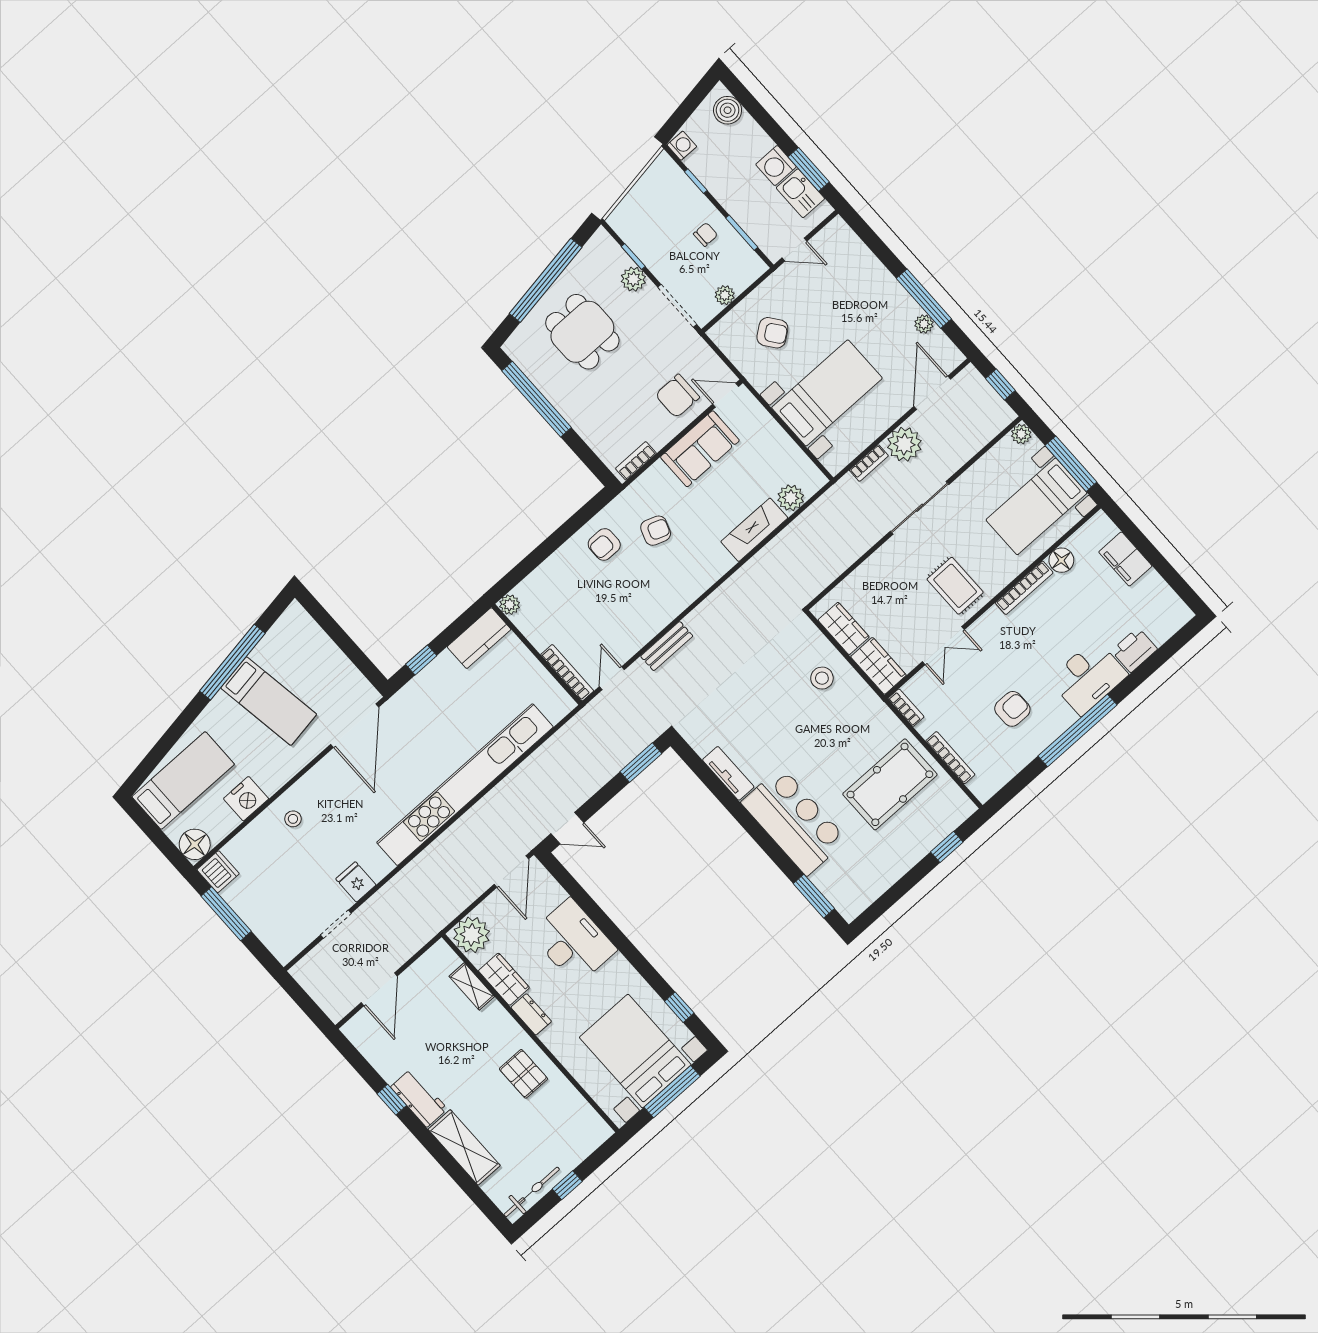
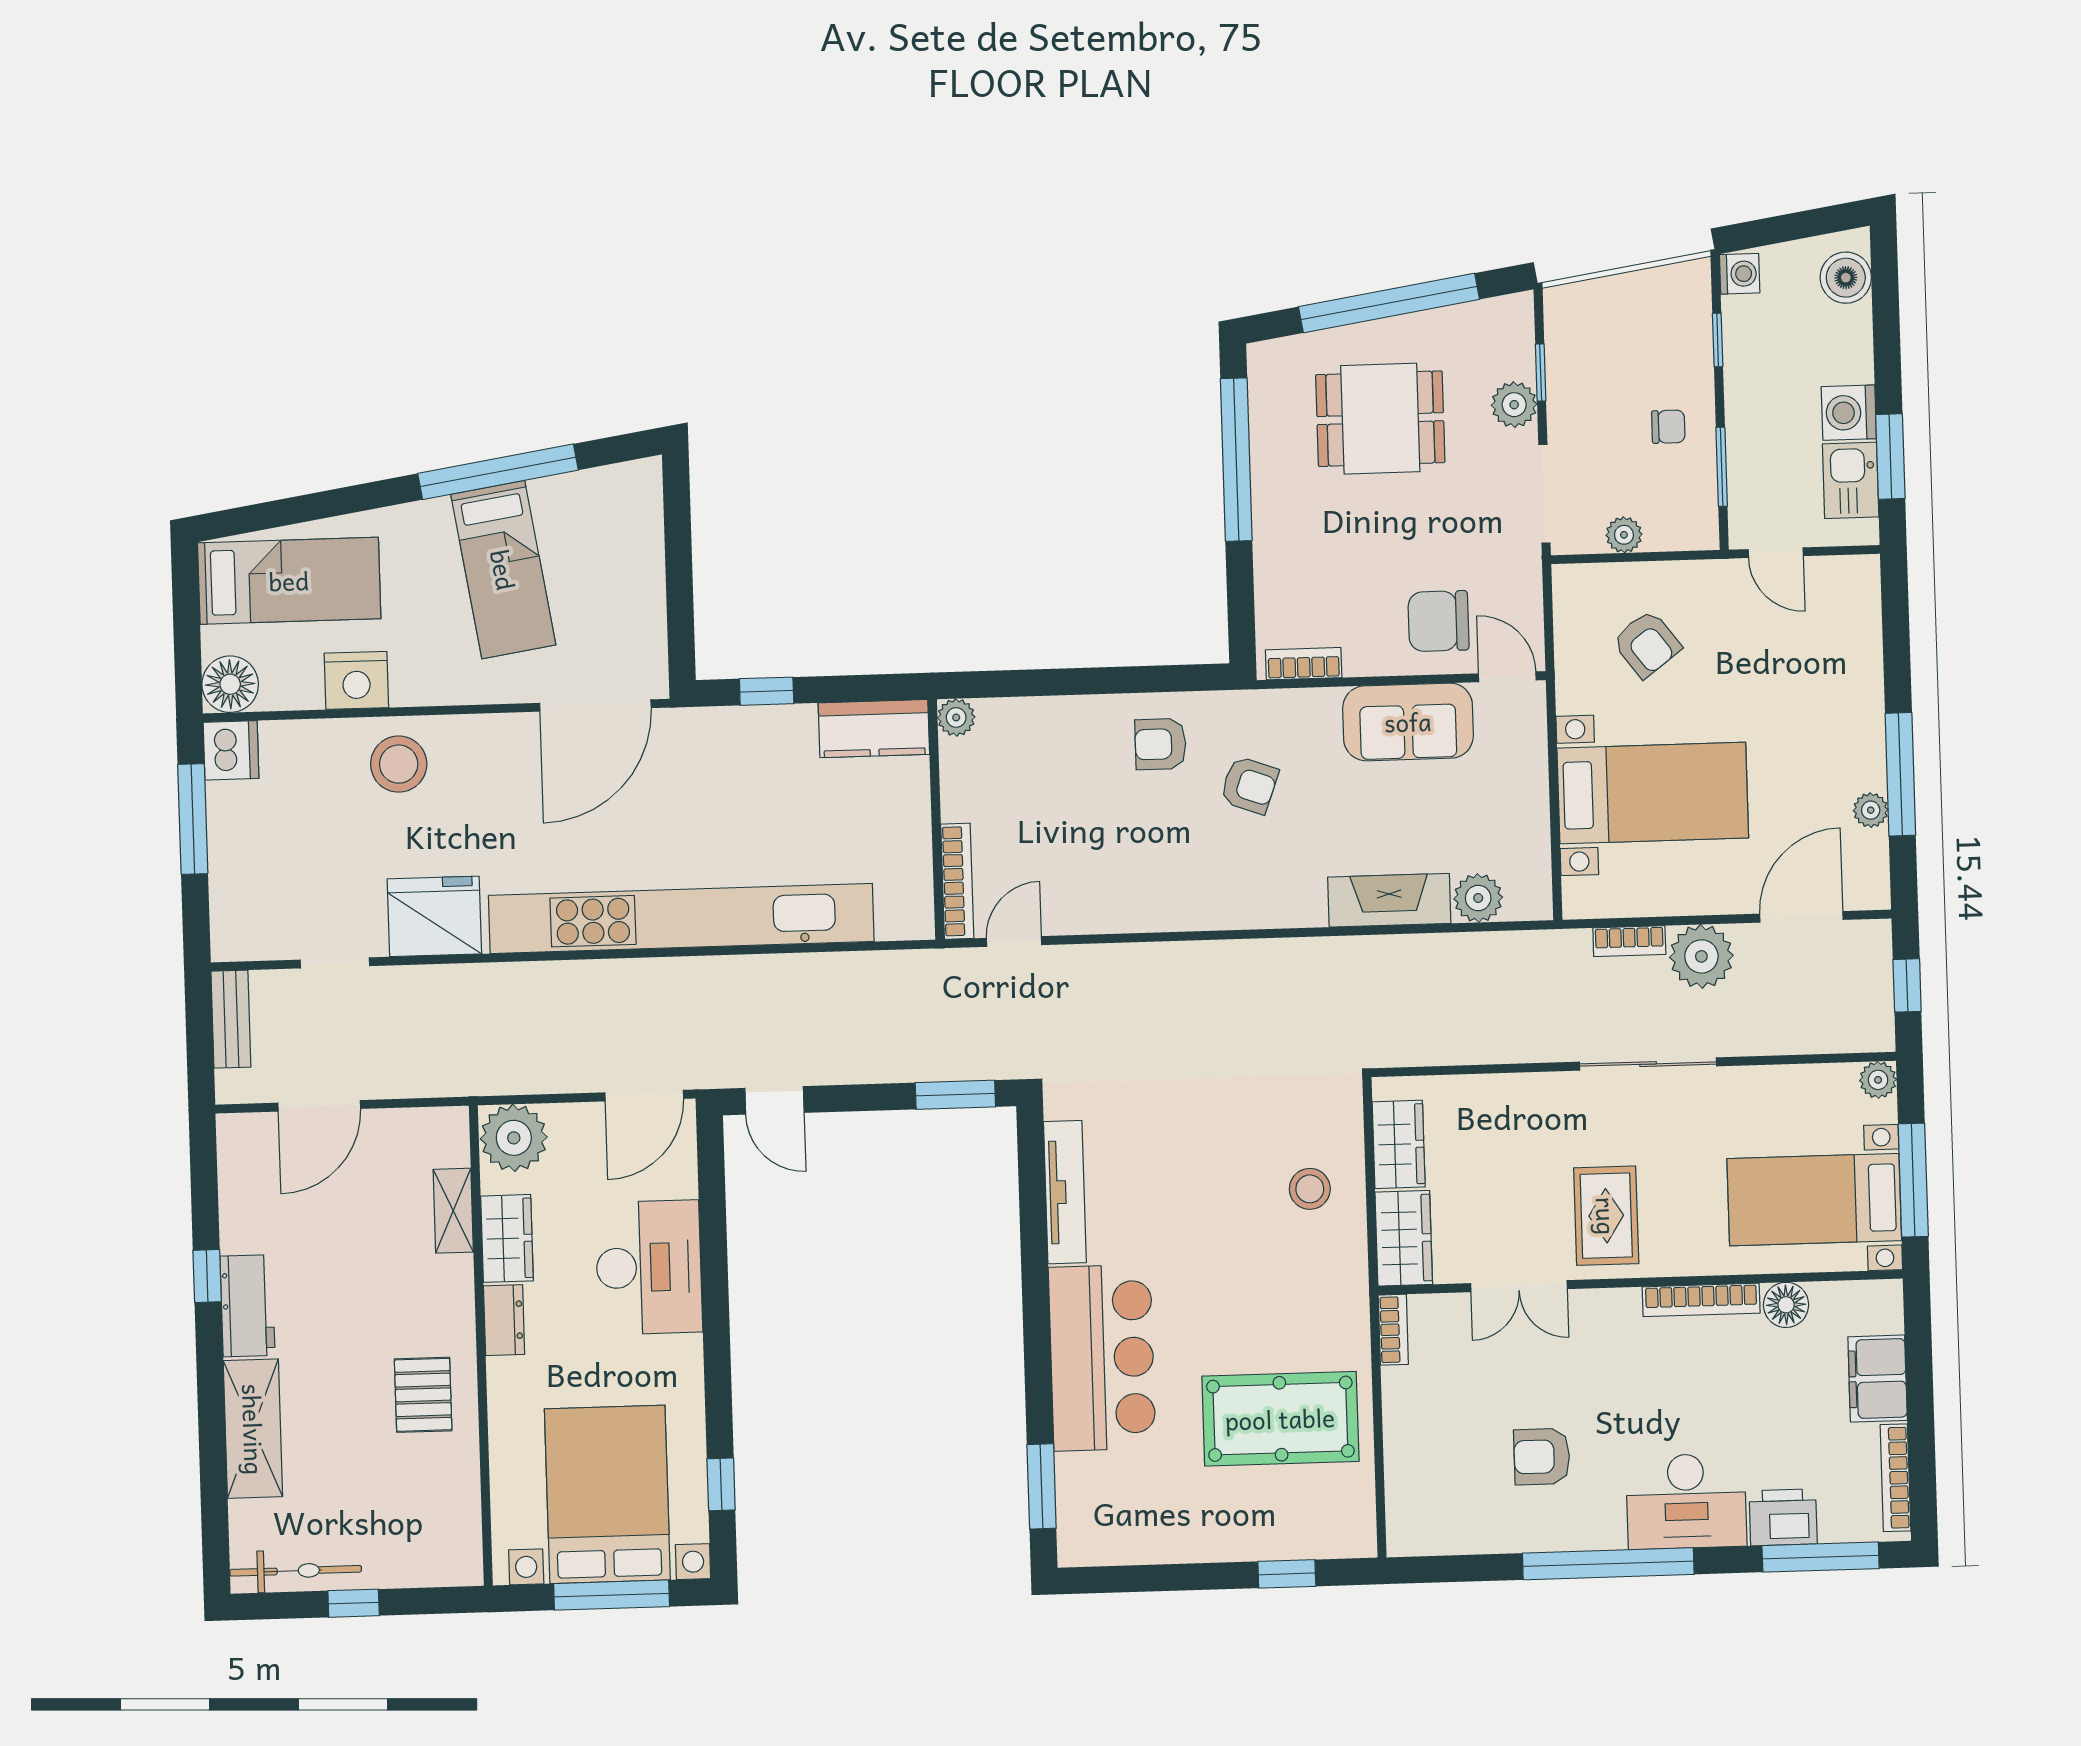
dining table: (582, 332) -> (1380, 419), turned 90
bench: (667, 646) -> (231, 1019), moved, turned 90
window: (1164, 654) -> (1821, 1557), added
armchair: (1012, 709) -> (1542, 1457), turned 180
bookcase: (950, 758) -> (1895, 1478), moved, turned 180
tv unit: (728, 773) -> (1065, 1192), width x1.41
stool: (293, 819) -> (399, 764), width x1.89, depth x1.89
fridge: (356, 882) -> (434, 916), width x1.88, depth x1.34

